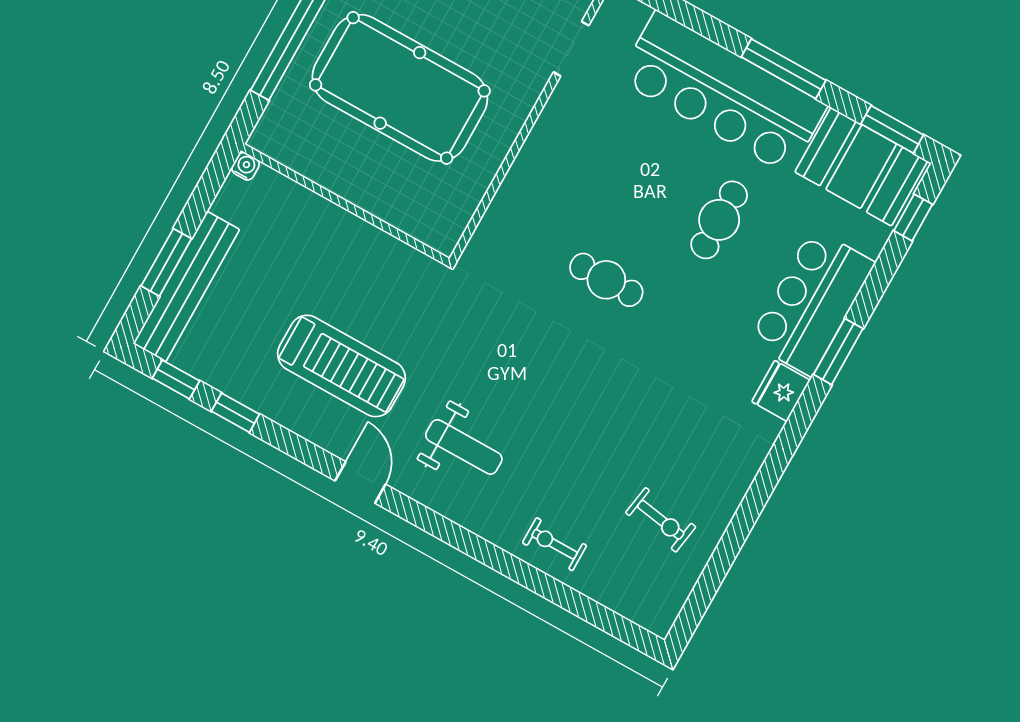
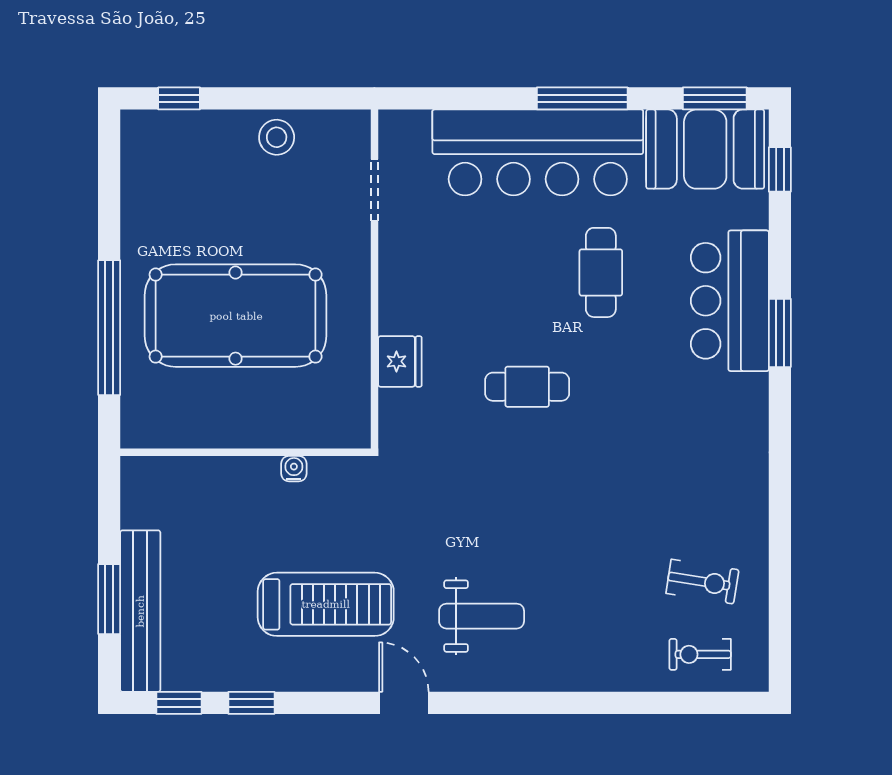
water cooler: (246, 166) -> (294, 469), moved
fridge: (781, 391) -> (400, 361), moved, turned 180
exercise bike: (554, 544) -> (700, 654), moved

